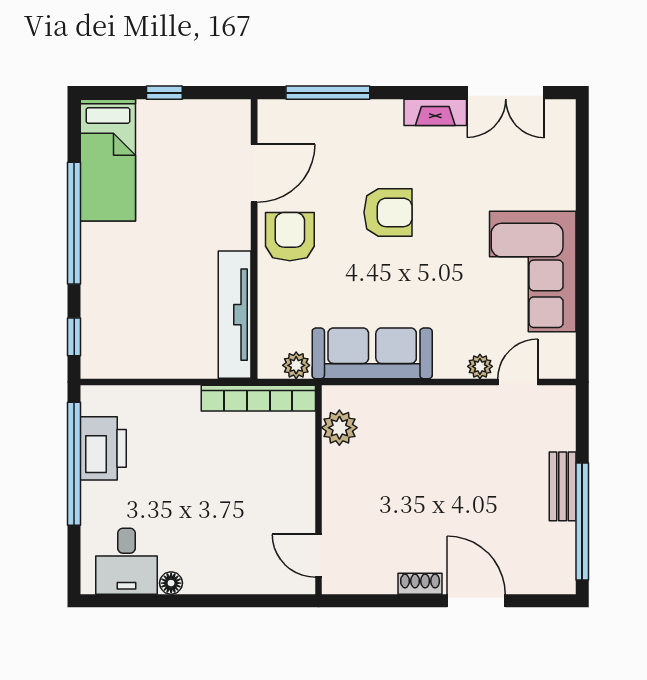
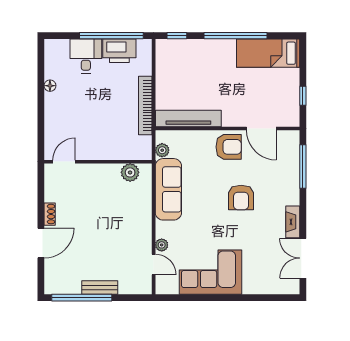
window: (164, 93) -> (303, 96), moved
bookcase: (258, 398) -> (145, 106), moved
desk: (127, 561) -> (86, 56), moved, turned 90

